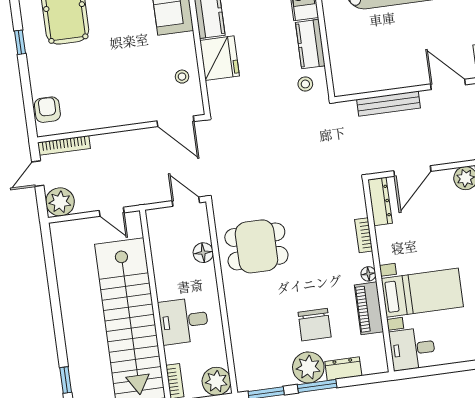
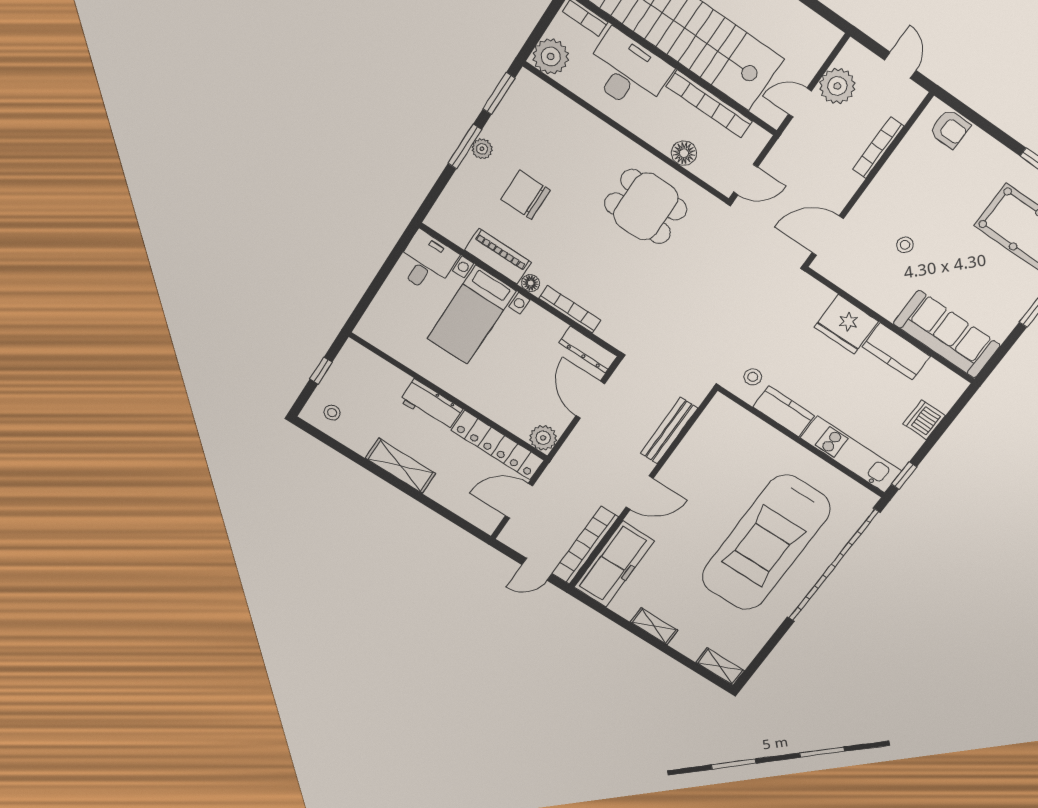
stool: (182, 77) -> (905, 245), moved
bookcase: (64, 145) -> (878, 148), moved
plant: (60, 202) -> (837, 86), moved
bookcase: (364, 235) -> (570, 309), width x1.56
dining table: (256, 246) -> (646, 206), turned 90
bookcase: (160, 264) -> (709, 104), added
desk: (184, 321) -> (627, 71), width x1.37
plant: (308, 367) -> (482, 149), width x0.53, depth x0.53
dresser: (343, 369) -> (461, 185), removed

